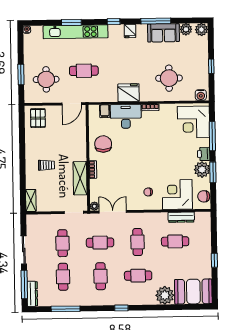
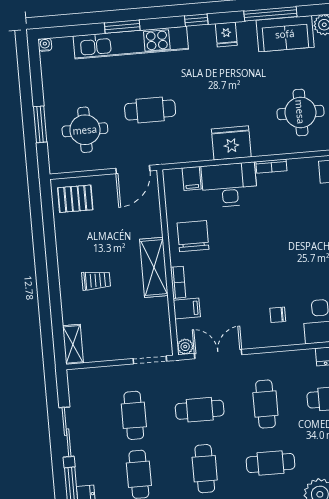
pallet: (38, 118) -> (75, 199), turned 90
shelving: (80, 178) -> (154, 267), moved
filing cabinet: (97, 185) -> (187, 309), added

